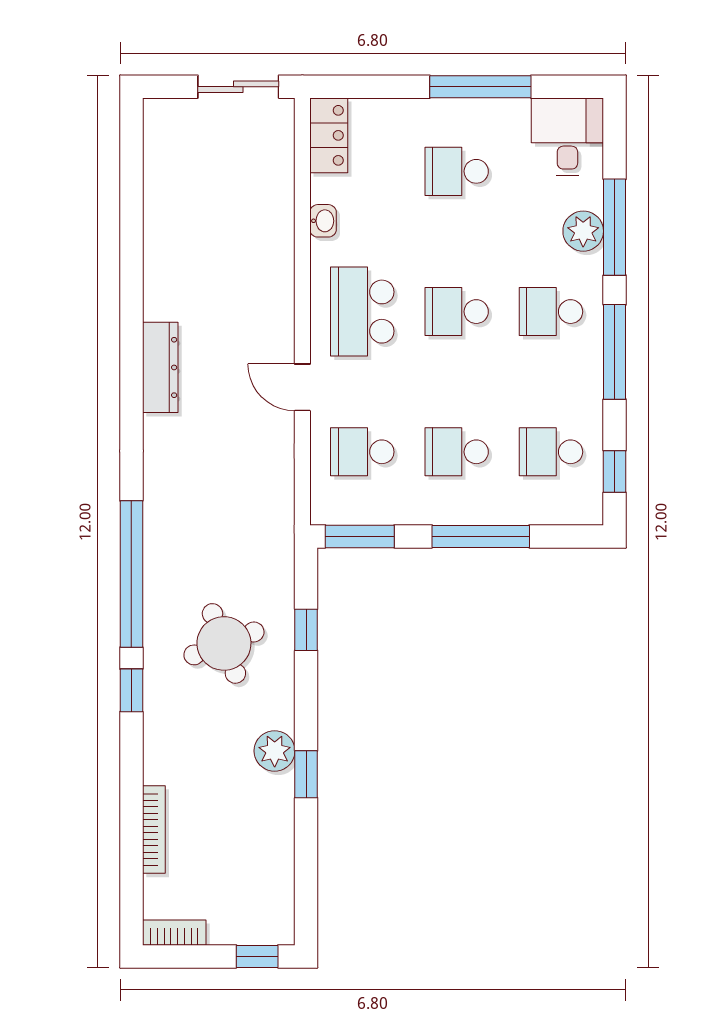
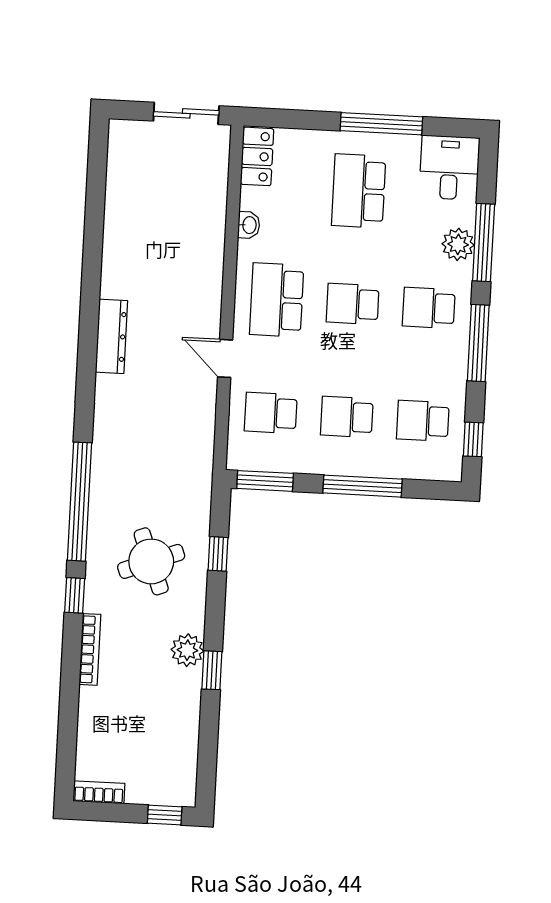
school desk: (457, 171) -> (359, 191), width x1.85
bookcase: (154, 829) -> (90, 649), moved

